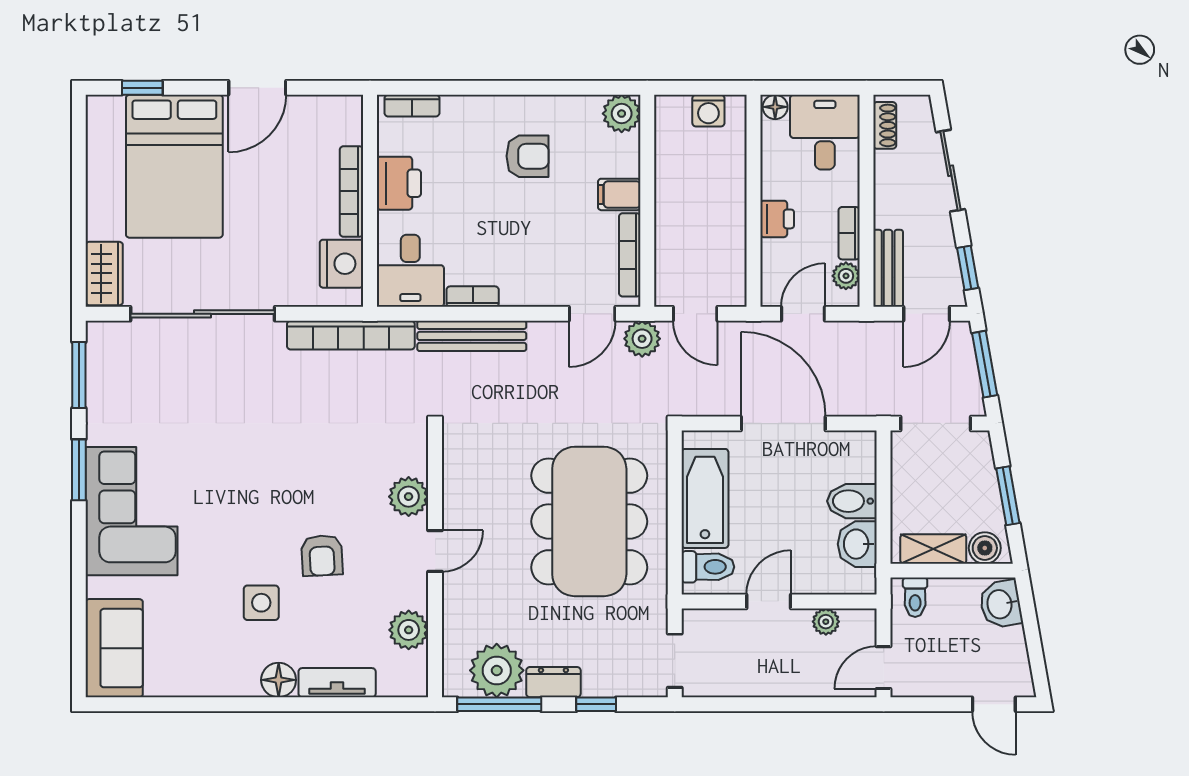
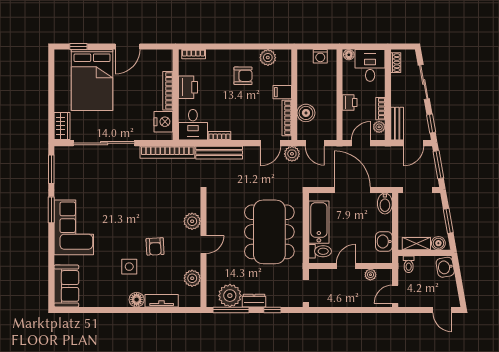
plant: (622, 114) -> (268, 58), moved
boiler: (675, 243) -> (306, 113), added
bidet: (852, 501) -> (385, 204), moved, turned -90

